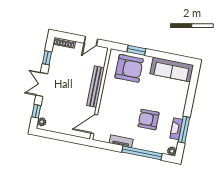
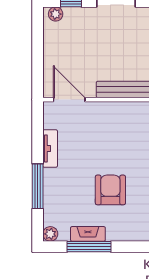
armchair: (149, 119) -> (110, 190), moved
window: (142, 153) -> (38, 186), width x0.68

